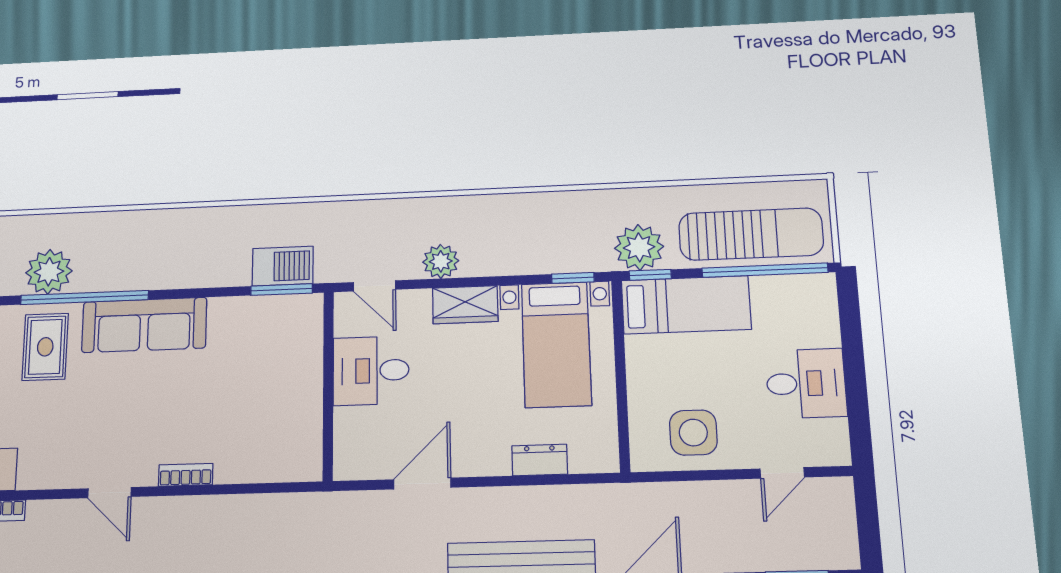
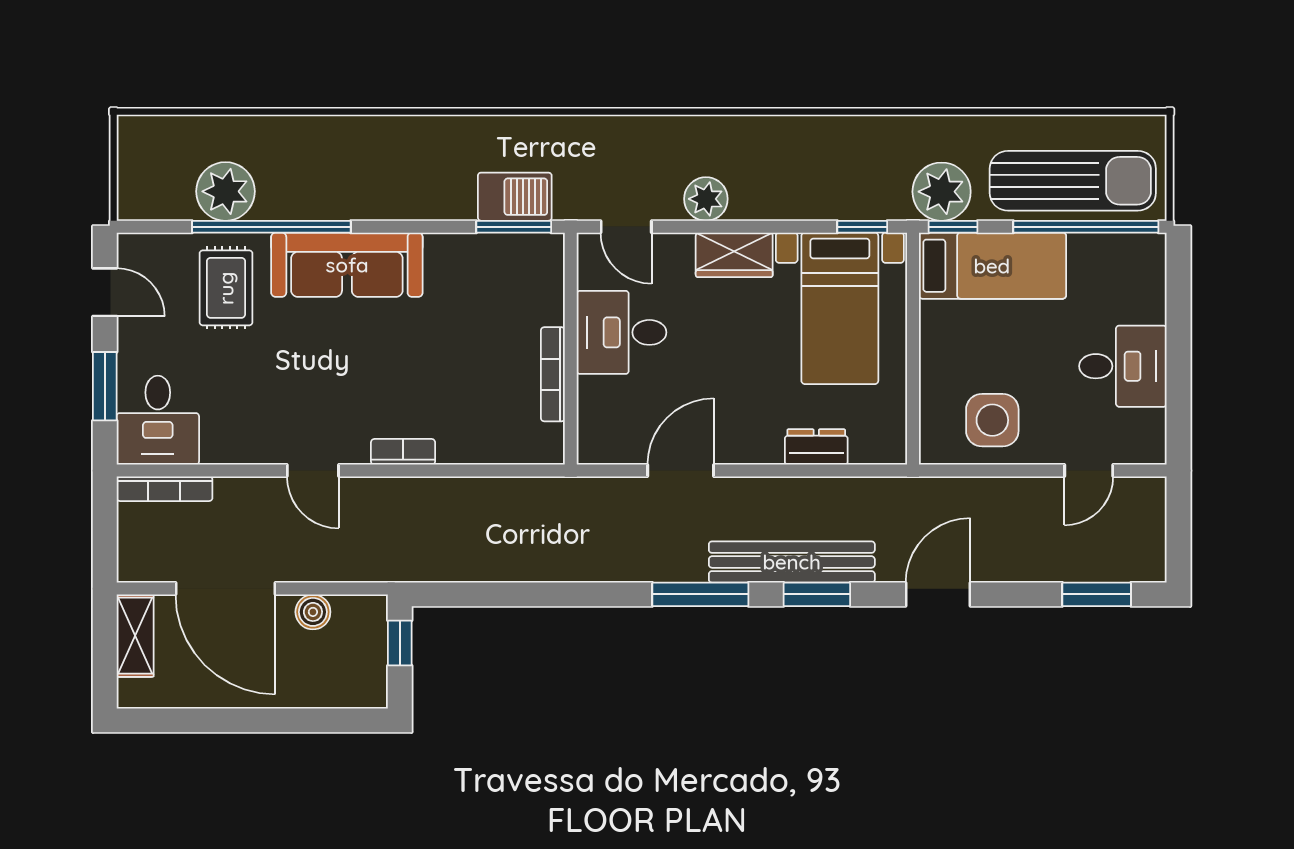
bookcase: (313, 407) -> (553, 374), added

